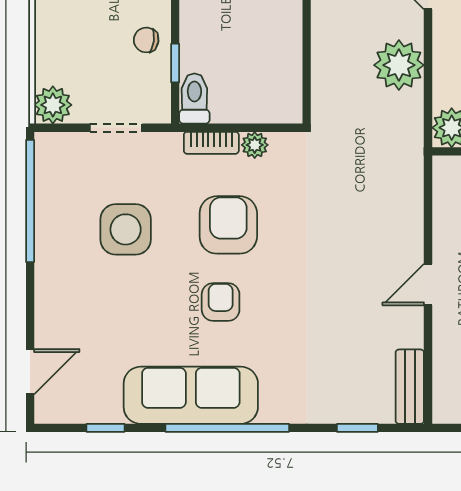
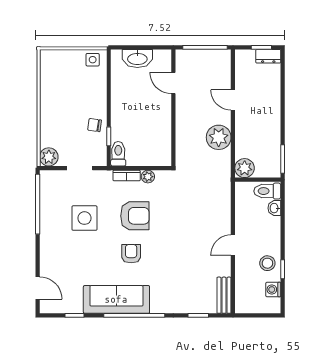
armchair: (228, 225) -> (135, 216), turned 90
door: (30, 372) -> (38, 288), hinge flipped

